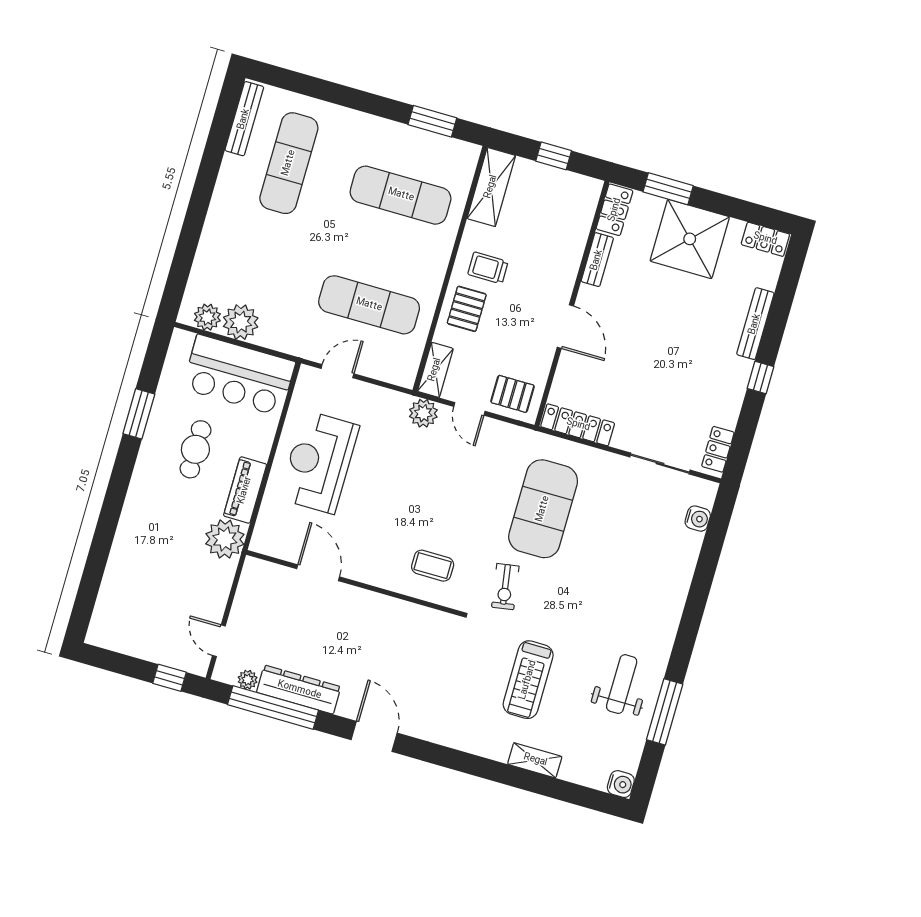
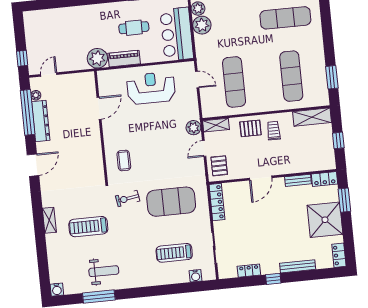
locker: (718, 449) -> (249, 271), moved
treadmill: (640, 541) -> (174, 253), added
shelving: (535, 760) -> (49, 220), moved

